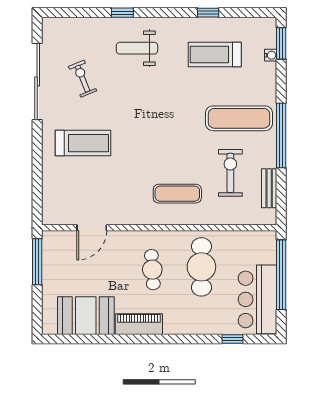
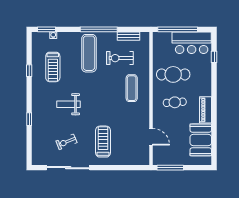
weight bench: (137, 48) -> (69, 104), moved, turned 90

